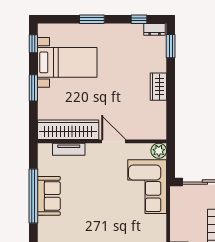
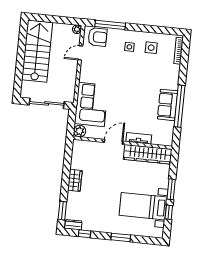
window: (33, 44) -> (169, 212), moved
door: (114, 141) -> (113, 142), swing flipped
tv unit: (69, 149) -> (139, 138), moved

